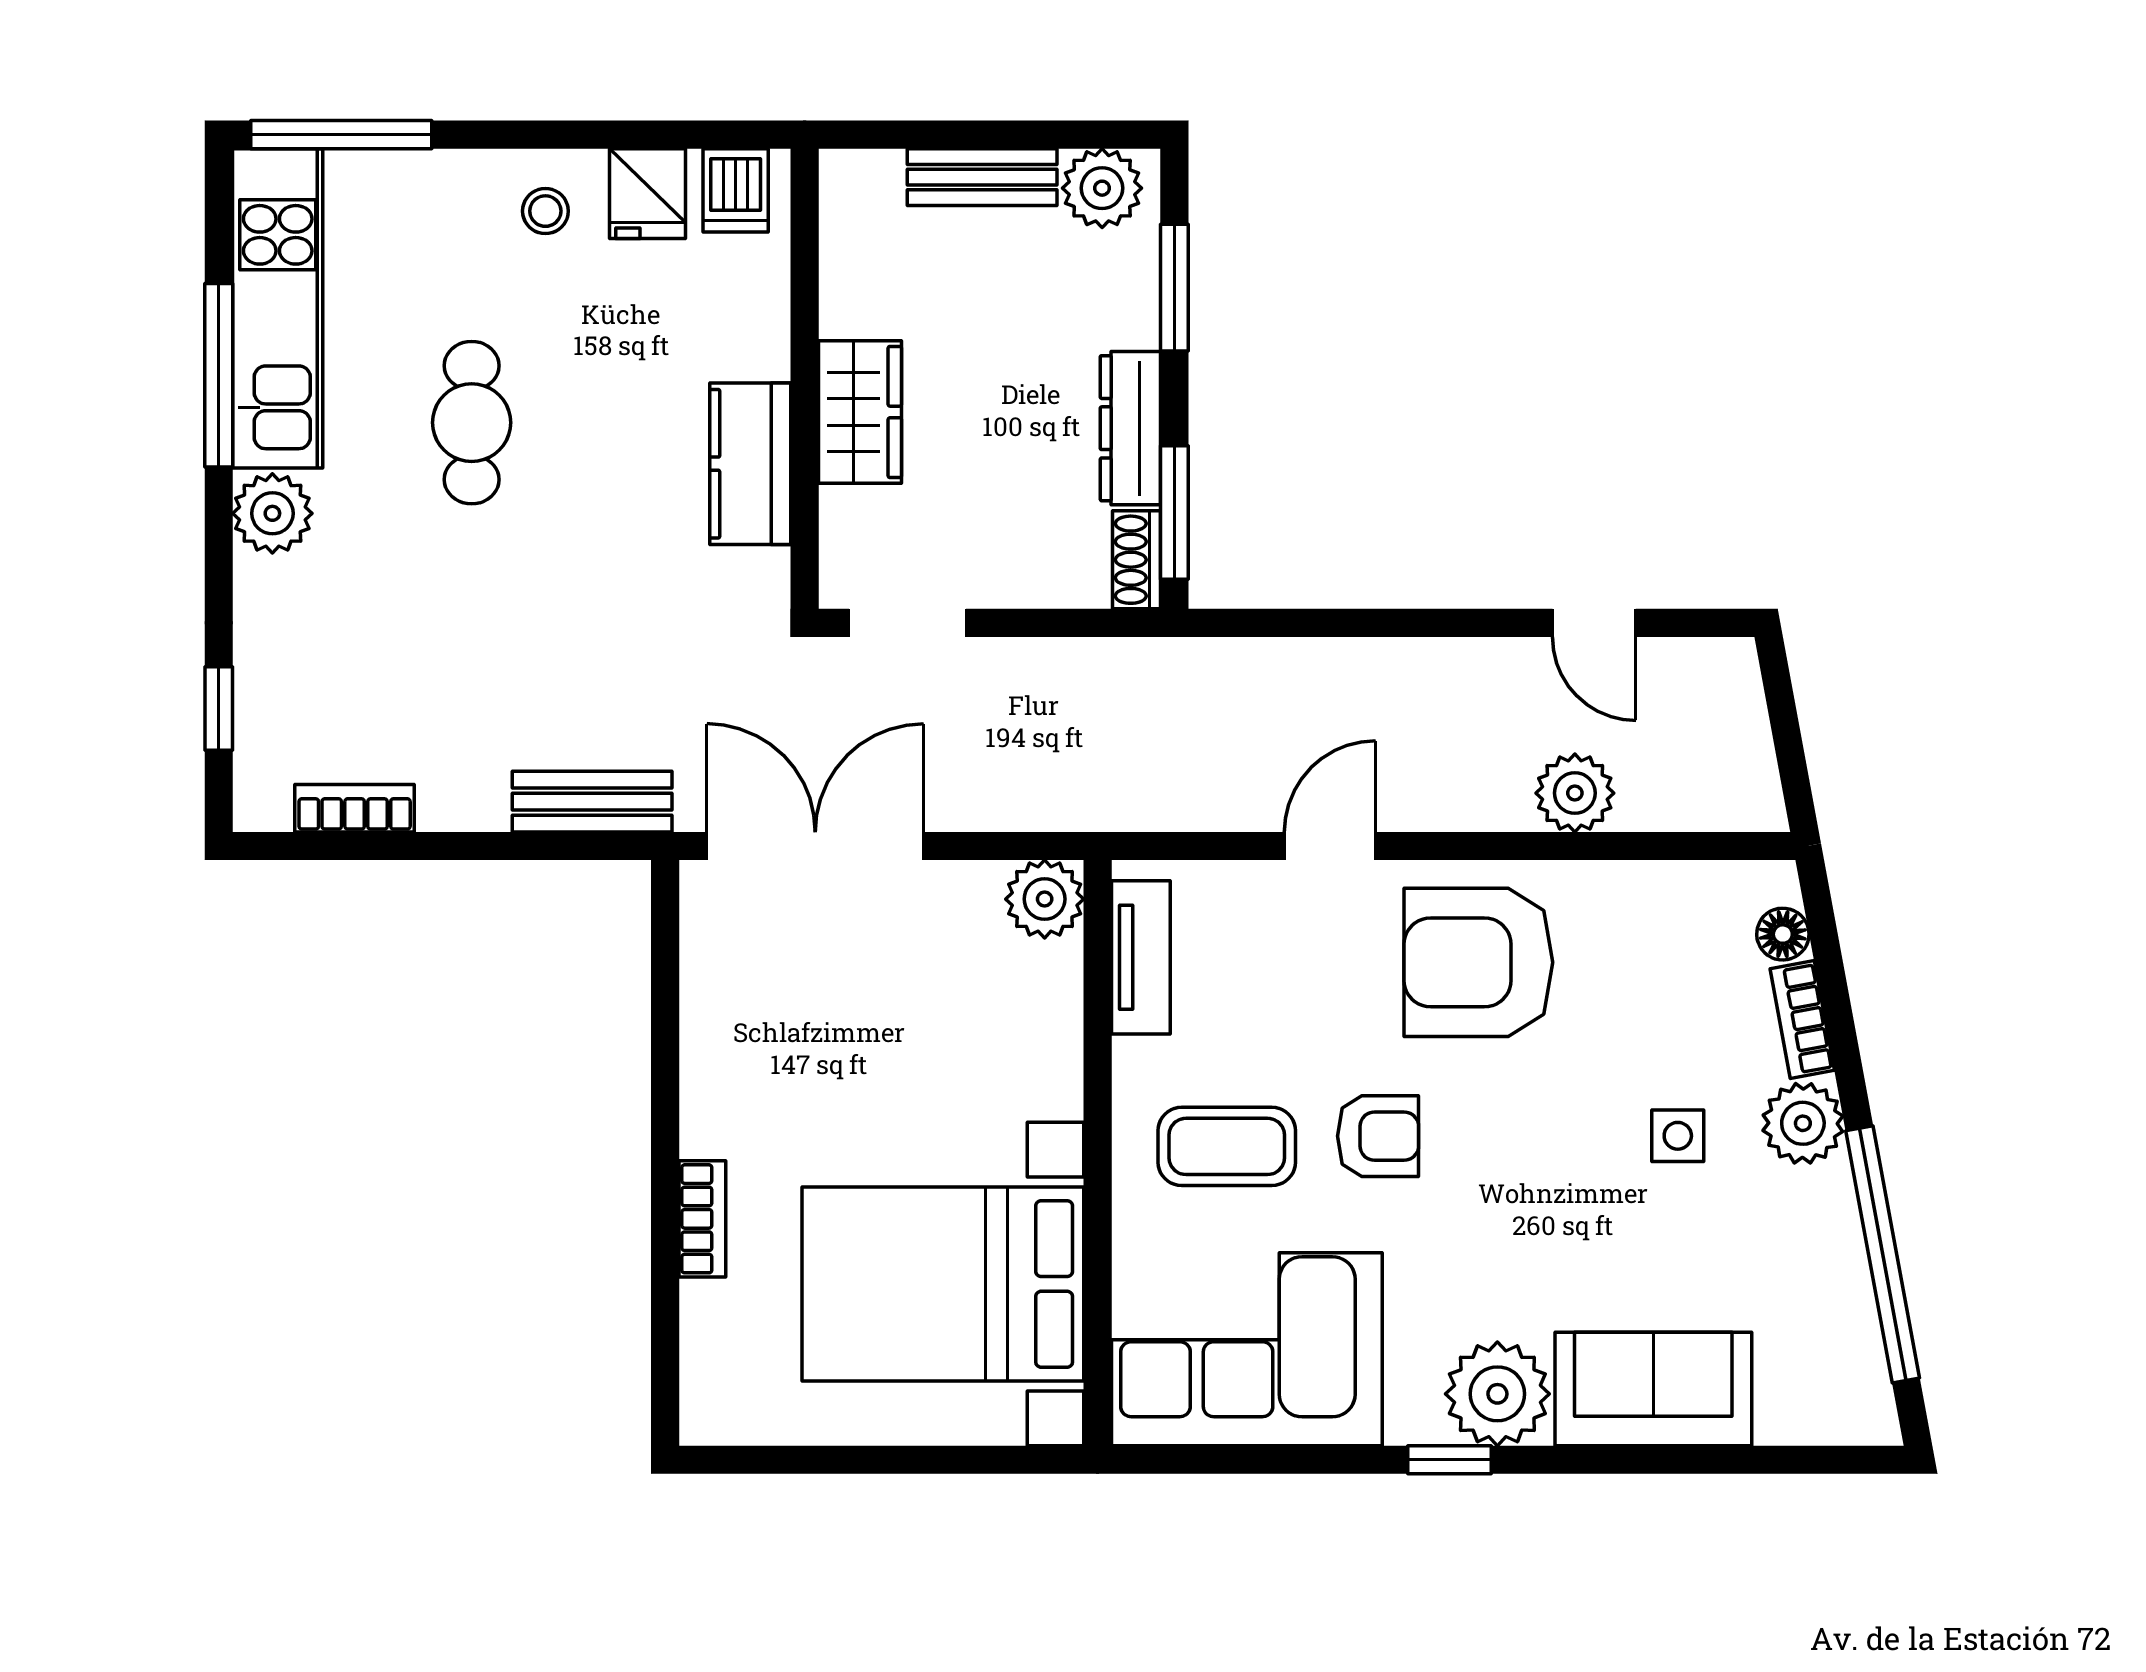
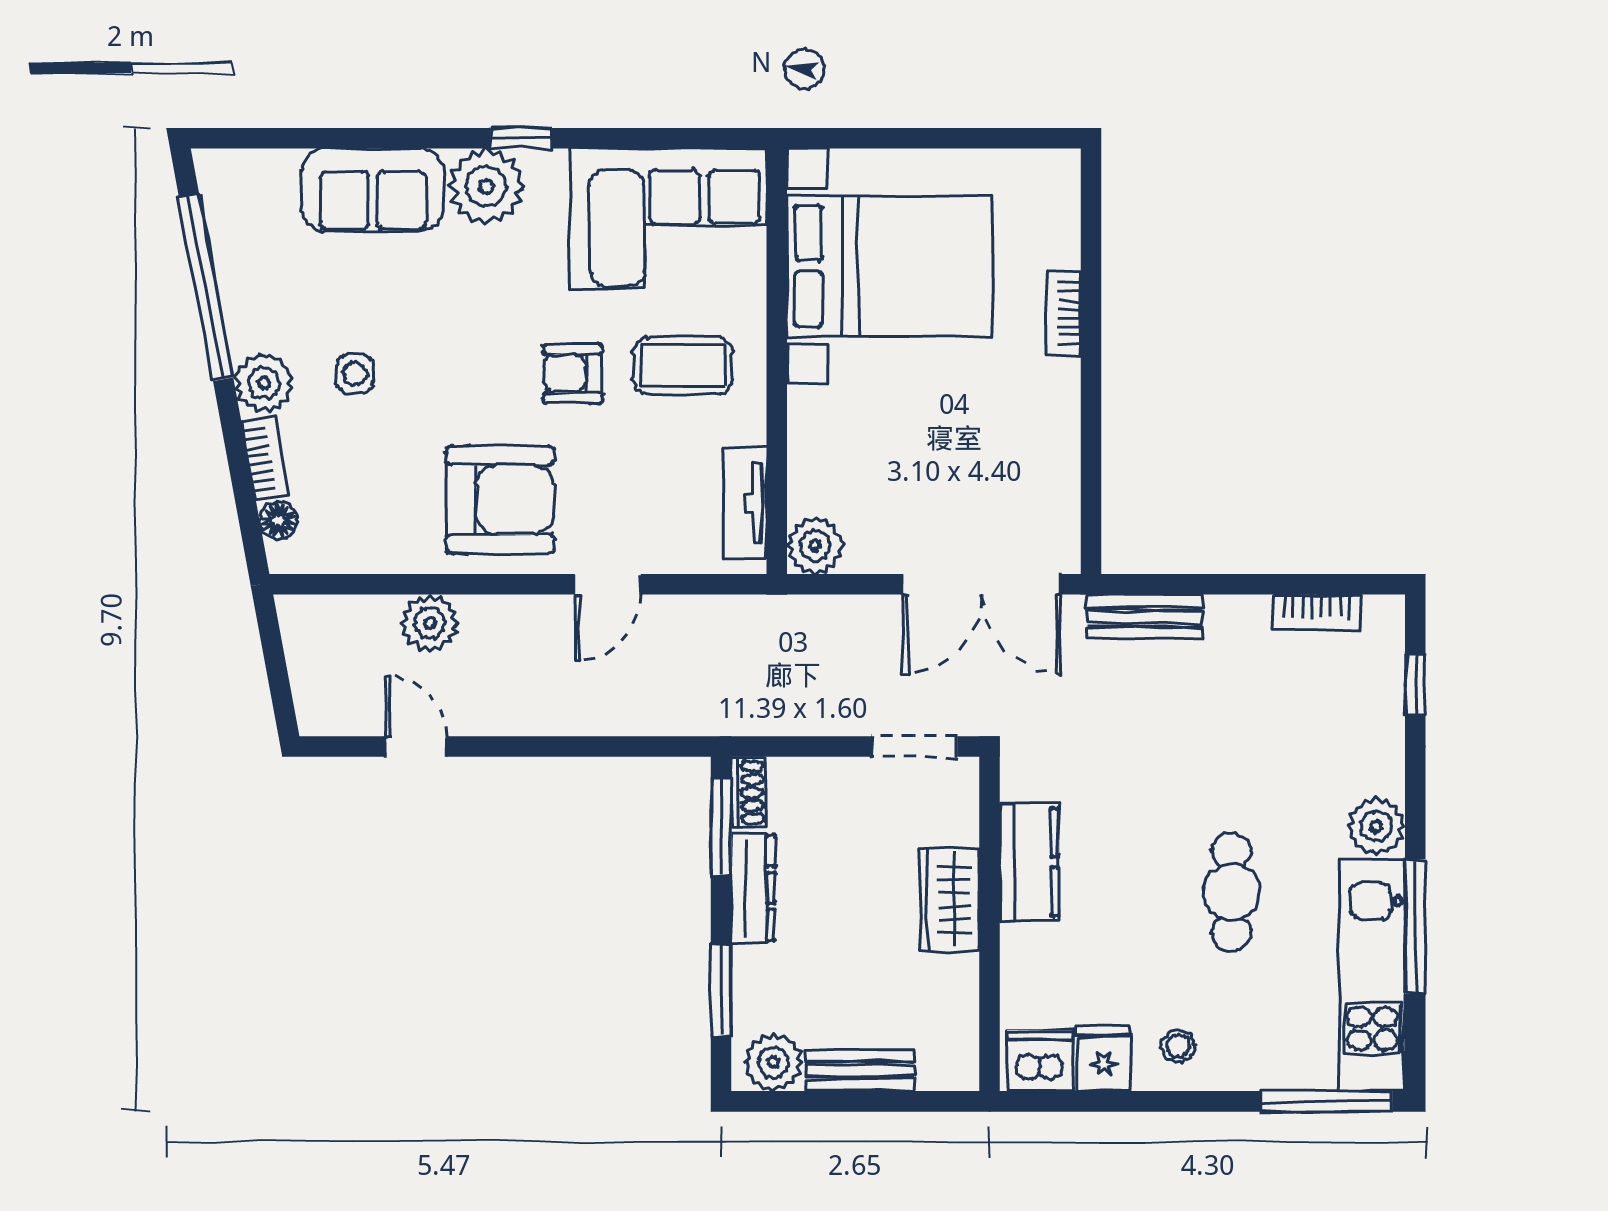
dishwasher: (736, 190) -> (1040, 1061), width x1.38

